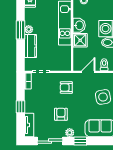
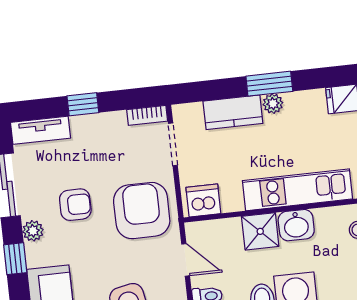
dishwasher: (65, 62) -> (203, 200), added
armchair: (66, 87) -> (142, 211), width x1.88, depth x1.88

